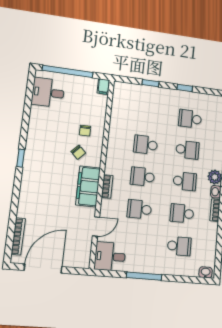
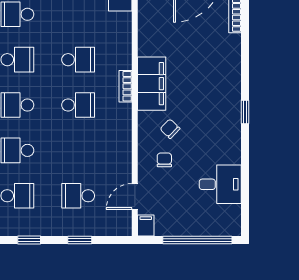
desk: (48, 93) -> (220, 184), moved
school desk: (146, 145) -> (78, 196), moved, turned 180
door: (96, 227) -> (135, 196), moved

